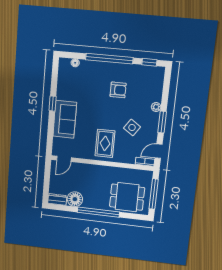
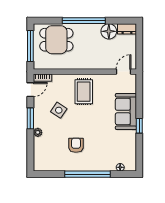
window: (149, 62) -> (49, 174), removed
armchair: (118, 90) -> (76, 145), turned 90

